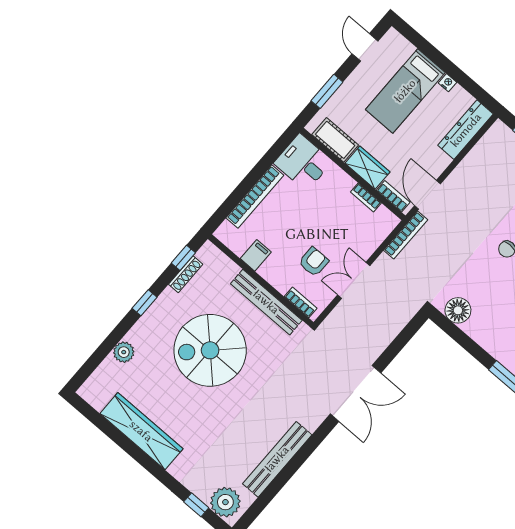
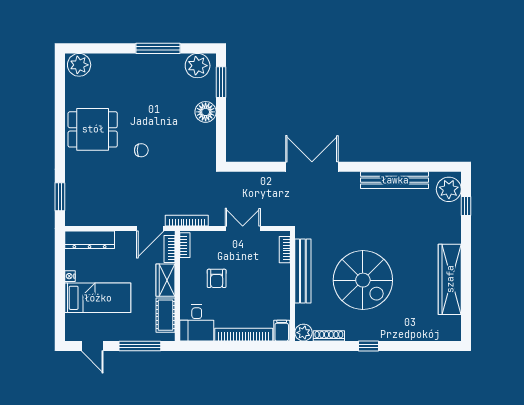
door: (365, 47) -> (92, 346), hinge flipped
window: (327, 91) -> (140, 346), width x1.44
bookcase: (366, 197) -> (185, 245), moved
filing cabinet: (256, 255) -> (282, 331), moved, turned 90
window: (183, 258) -> (320, 346), removed
armchair: (314, 262) -> (217, 278), moved, turned -90
double door: (354, 280) -> (243, 228), swing flipped
floor lamp: (458, 310) -> (206, 112), moved
plant: (124, 352) -> (304, 333), moved

